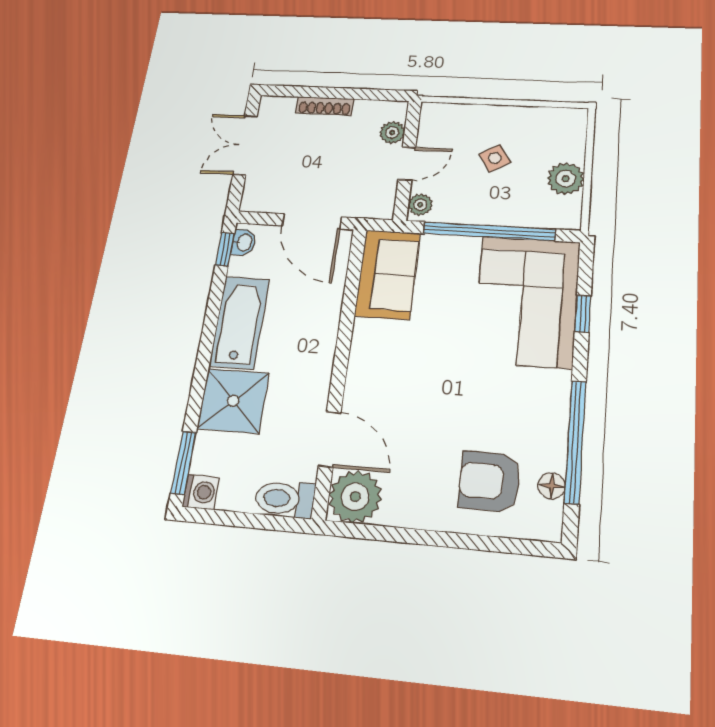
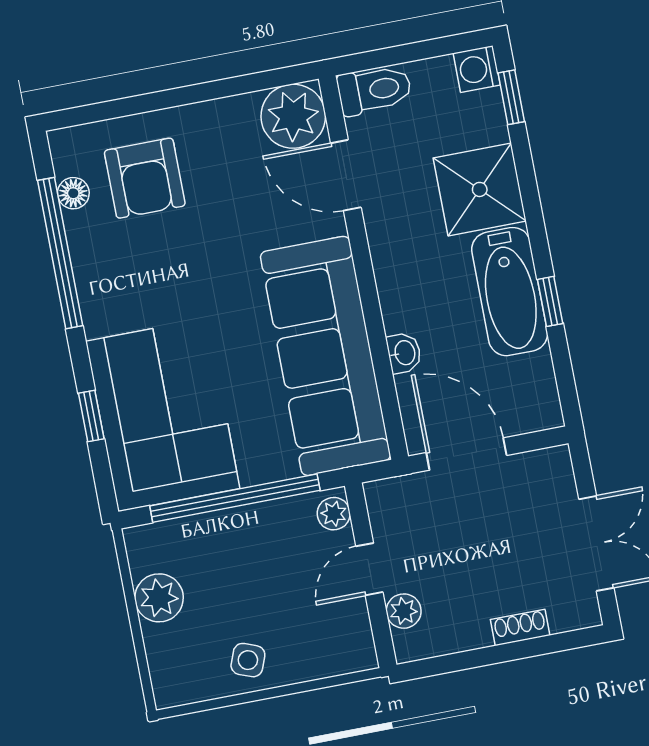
shoe rack: (325, 106) -> (520, 627), width x0.70
side table: (495, 158) -> (248, 660), moved, turned -38
washbasin: (244, 242) -> (404, 353), moved, turned 180
window: (225, 249) -> (550, 301), moved
sofa: (388, 274) -> (325, 356), width x1.85, depth x1.27
window: (183, 463) -> (511, 97), width x0.67
armchair: (490, 481) -> (145, 178), turned 90

